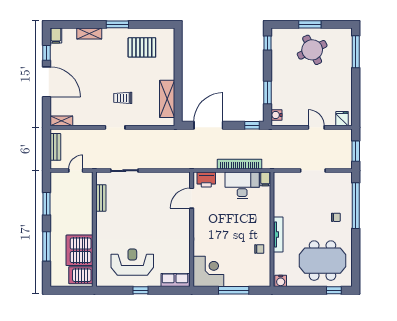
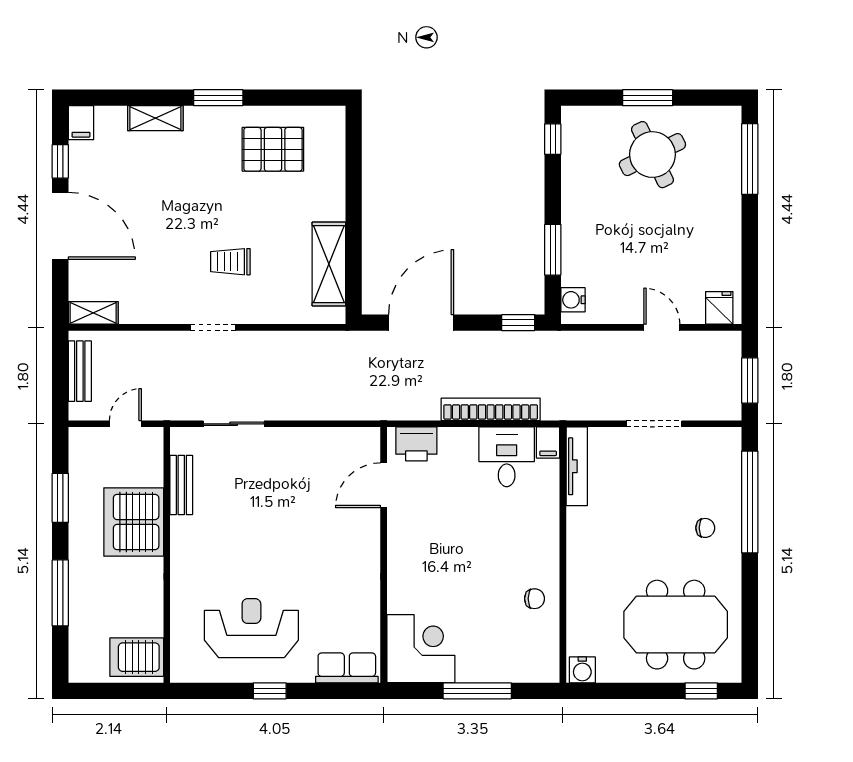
desk: (242, 185) -> (507, 457), width x0.73
tv unit: (278, 234) -> (577, 466), moved
server rack: (80, 250) -> (134, 522), moved

